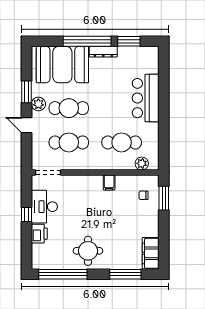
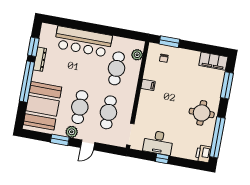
dresser: (103, 52) -> (40, 59), moved
bar counter: (146, 98) -> (83, 42), width x1.36
printer: (39, 234) -> (203, 154), moved, turned -90

